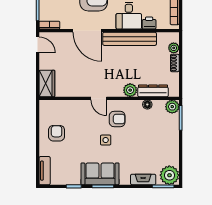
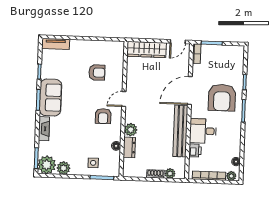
wardrobe: (47, 83) -> (147, 49), width x1.50
dresser: (153, 91) -> (129, 147), width x0.70
plant: (172, 107) -> (63, 168), moved
armchair: (57, 133) -> (97, 73), moved
side table: (106, 140) -> (93, 163), moved
fireplace: (143, 179) -> (44, 129), moved

